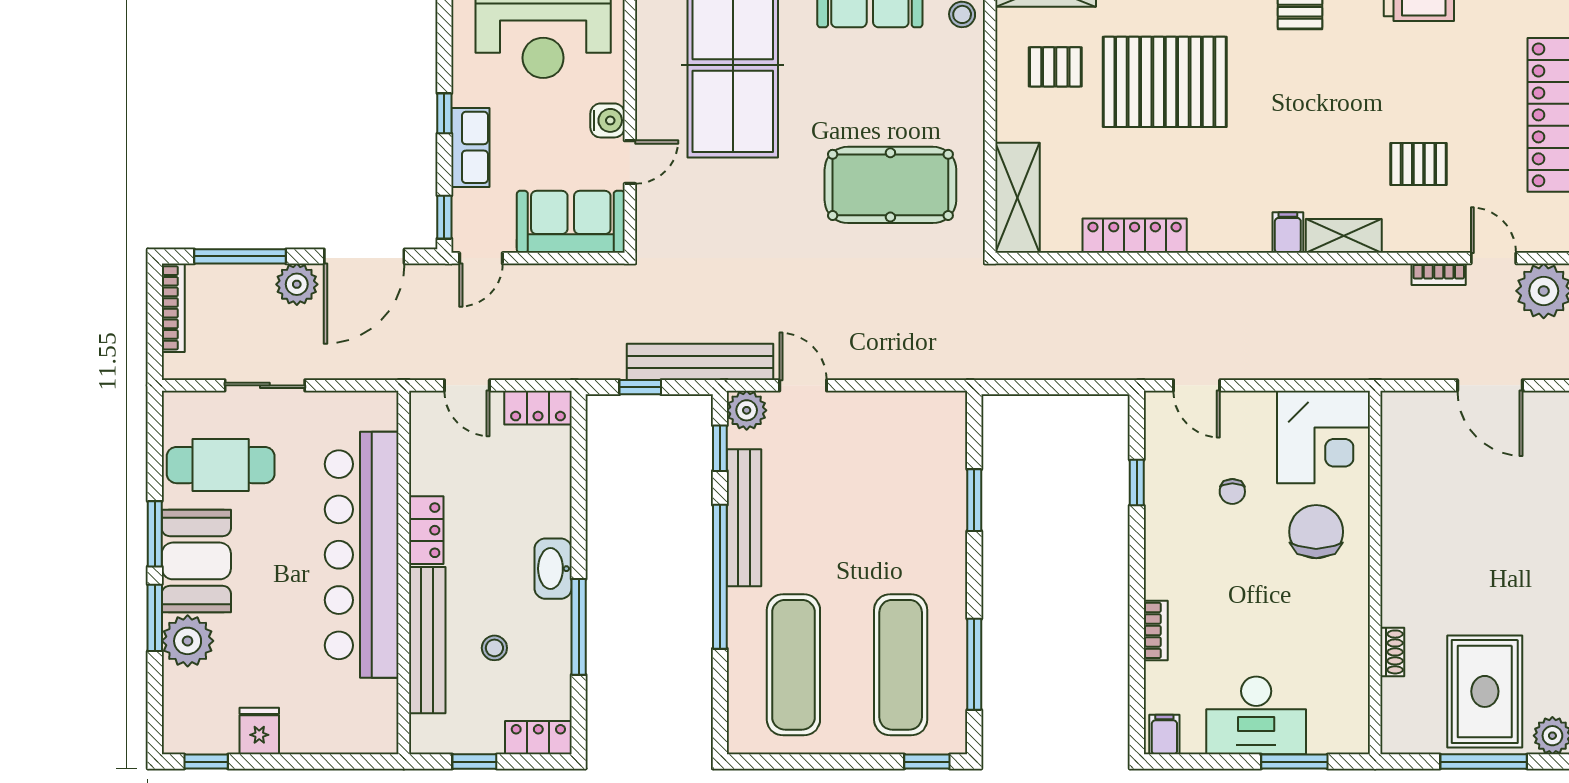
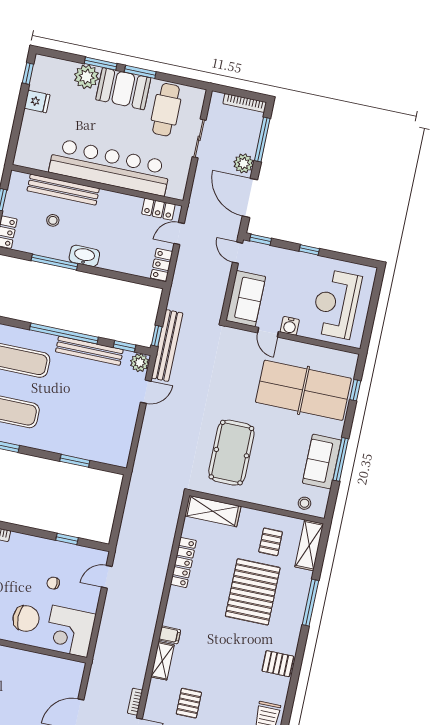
row of seats: (470, 147) -> (291, 259), removed
window: (640, 387) -> (157, 336), moved
locker: (426, 530) -> (158, 209), moved

